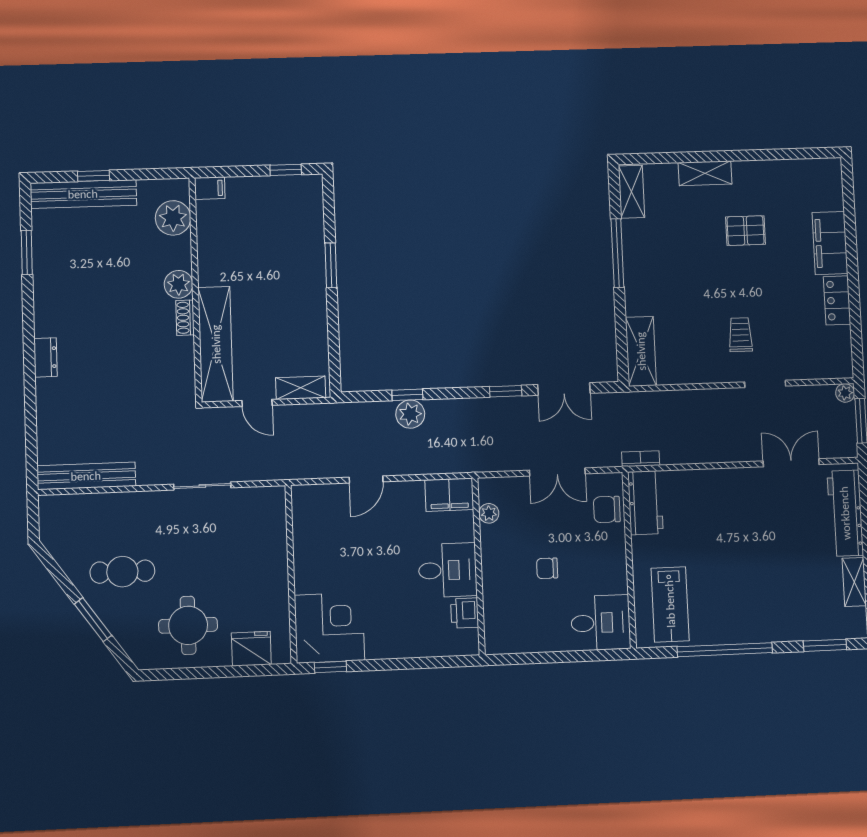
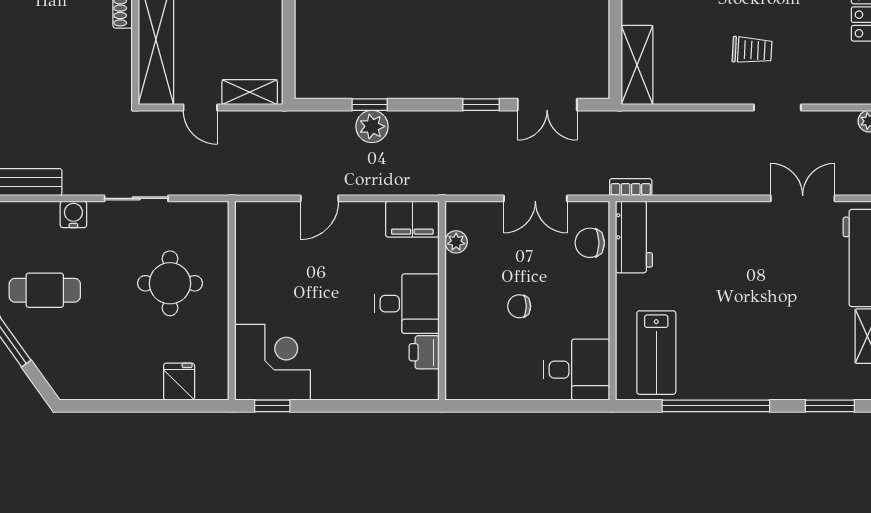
trolley: (740, 335) -> (752, 50), turned 93
water cooler: (146, 503) -> (73, 214), added
round table: (188, 625) -> (170, 283), moved
fridge: (251, 649) -> (179, 382), width x0.72

